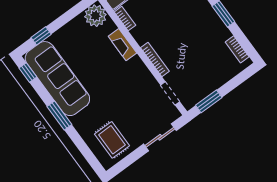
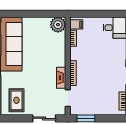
window: (41, 36) -> (20, 14), removed
fireplace: (122, 45) -> (61, 78), moved

